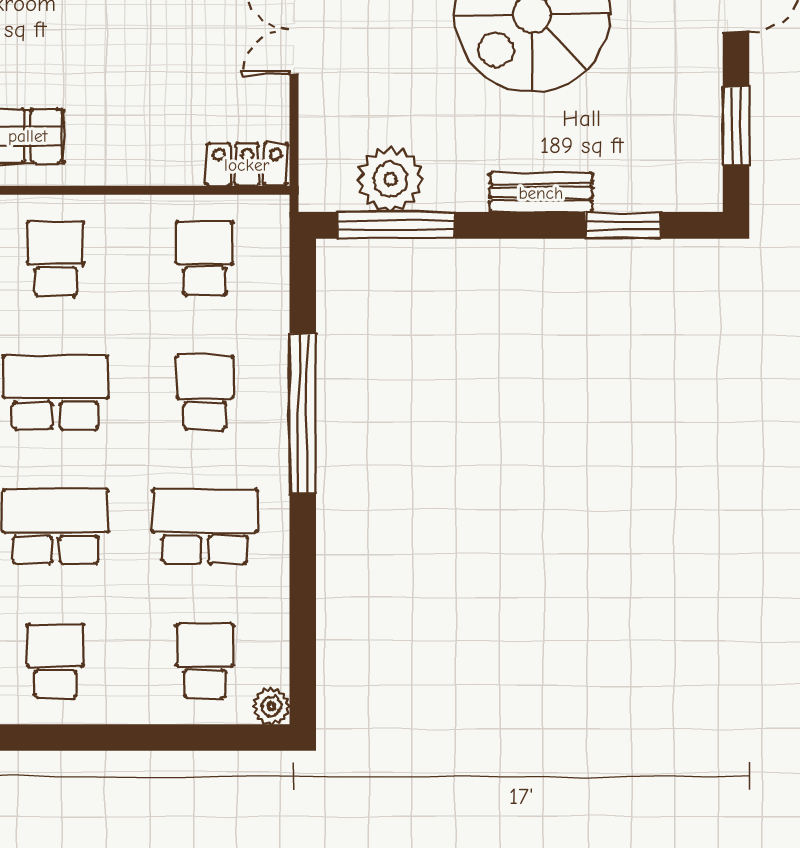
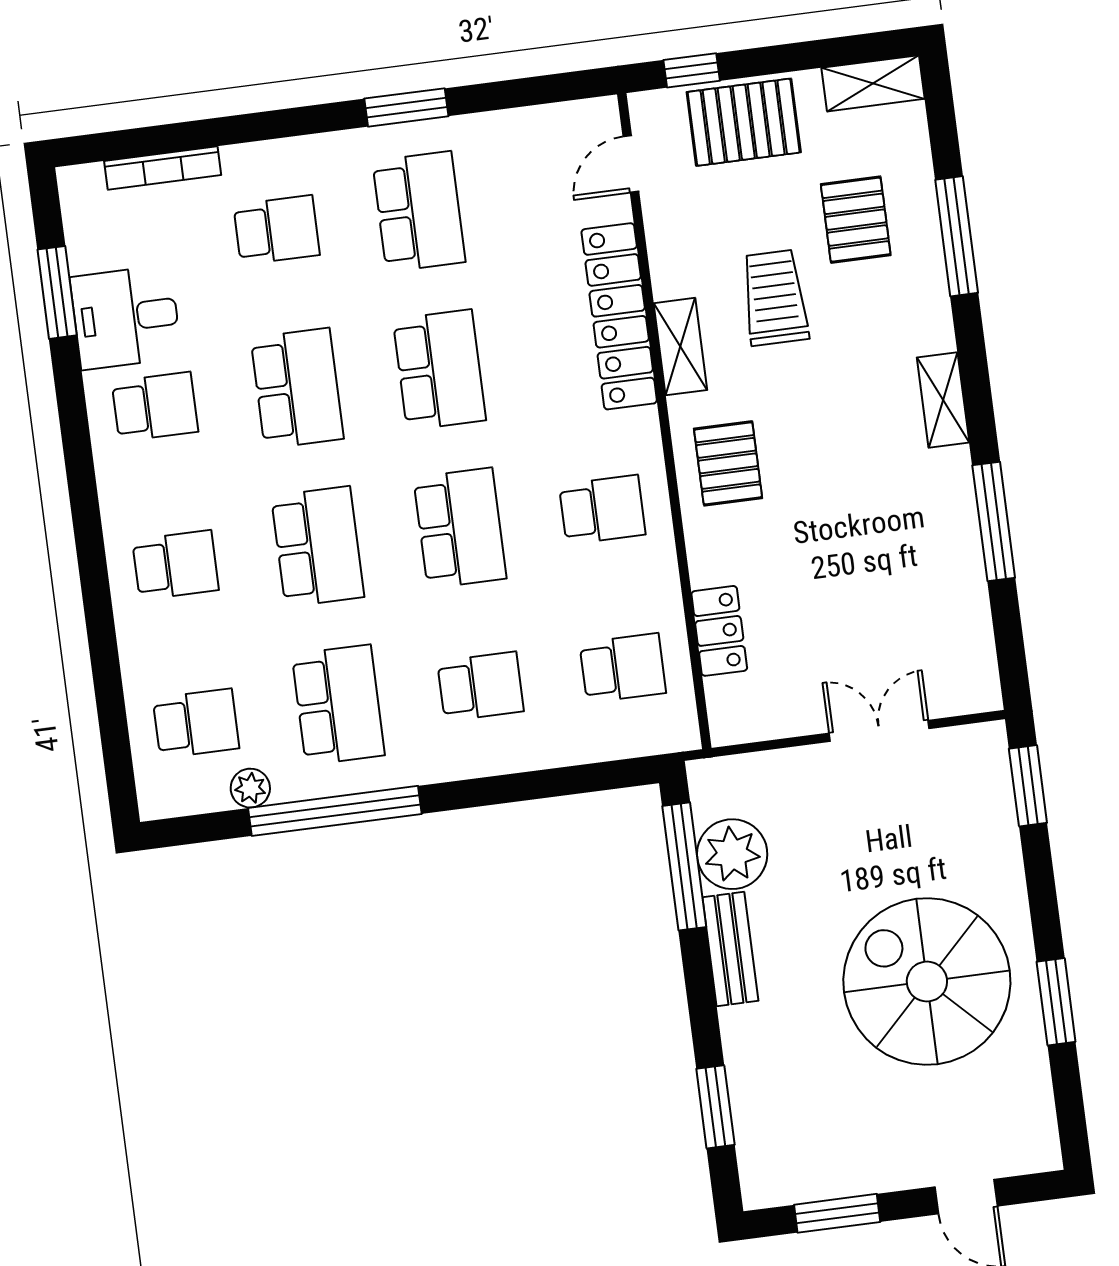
locker: (247, 165) -> (719, 631), moved
bench: (541, 193) -> (730, 949), moved
window: (303, 414) -> (335, 811), moved
plant: (271, 706) -> (250, 788), moved

